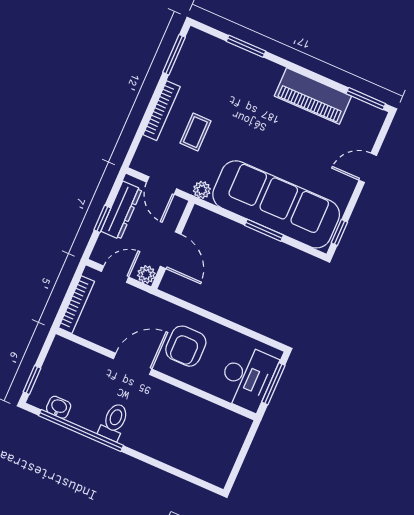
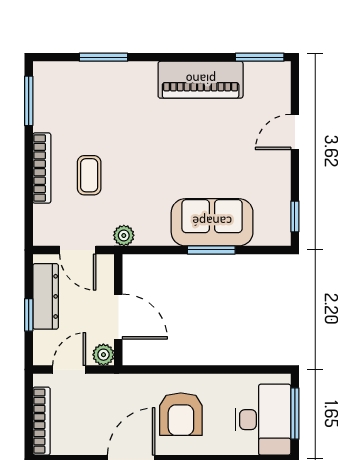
sofa: (276, 204) -> (212, 222), width x0.54, depth x0.79

